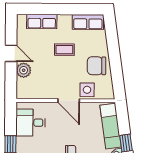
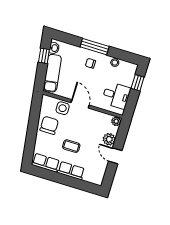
row of seats: (42, 21) -> (71, 171), moved
chair: (97, 66) -> (49, 125), turned -90
plant: (22, 93) -> (116, 121), added

